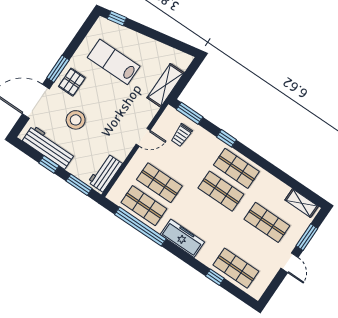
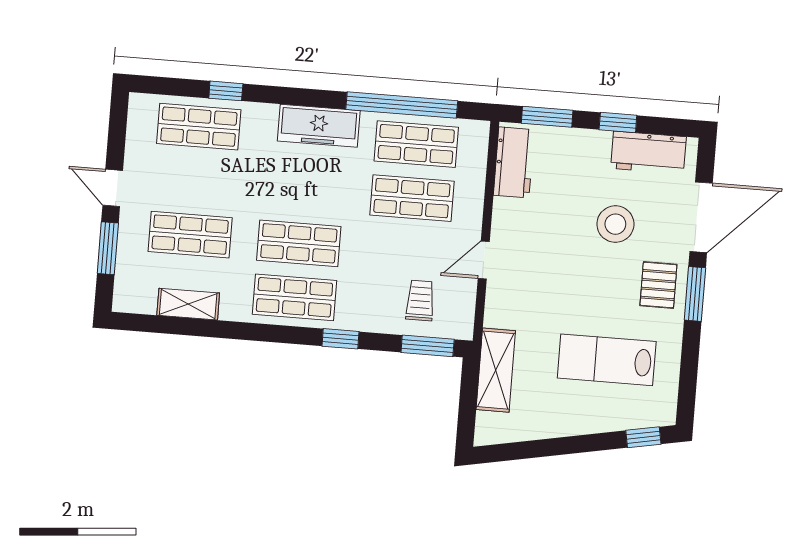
lab bench: (114, 62) -> (607, 360), turned 180
workbench: (49, 147) -> (648, 153), width x0.73
shelving: (302, 203) -> (188, 304), moved

